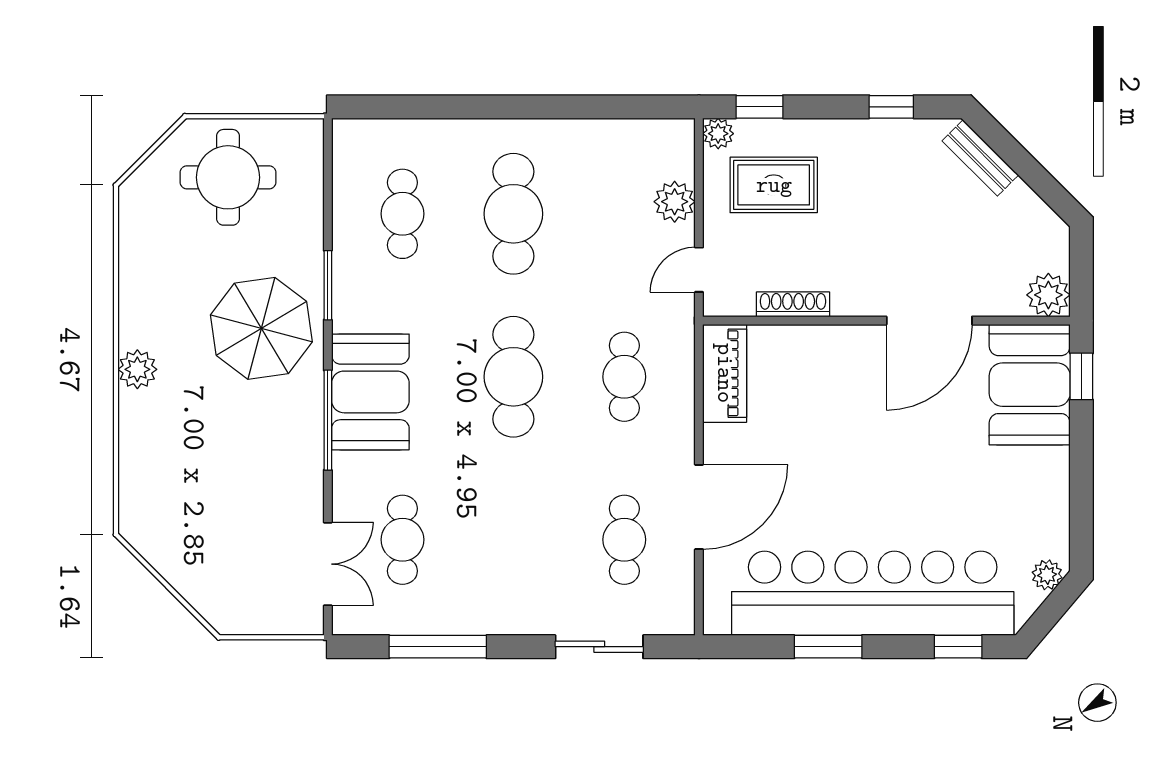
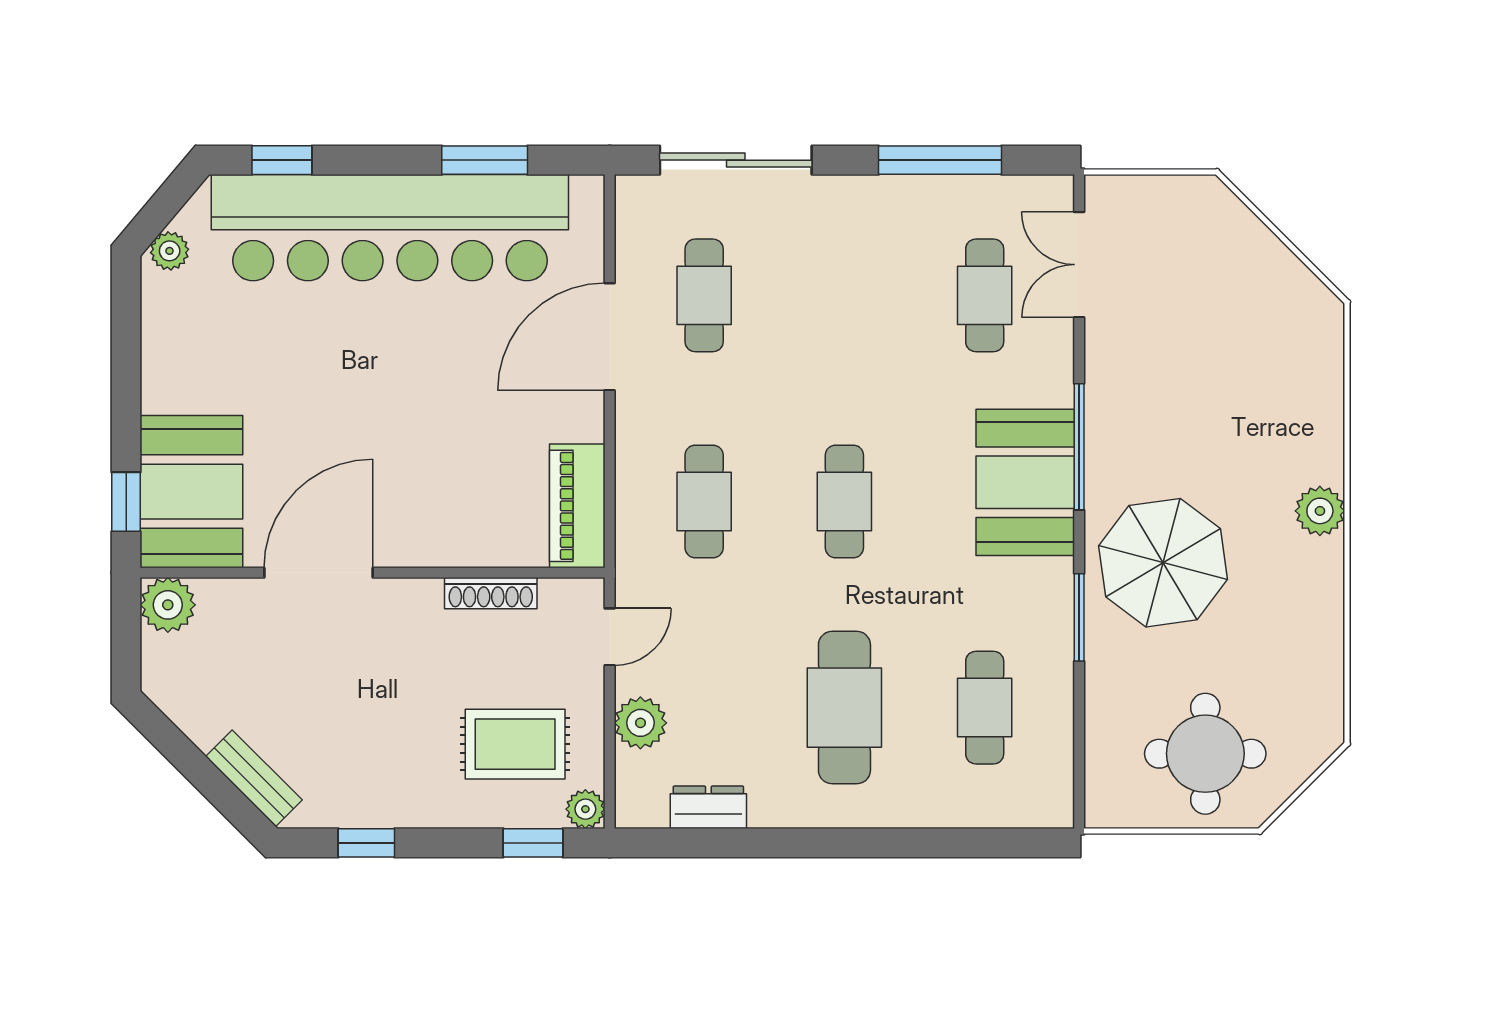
dresser: (621, 135) -> (708, 807), added
cafe table: (513, 377) -> (844, 501), width x0.73, depth x0.74
sliding door: (599, 647) -> (736, 160), width x1.37
window: (828, 647) -> (485, 160), moved

